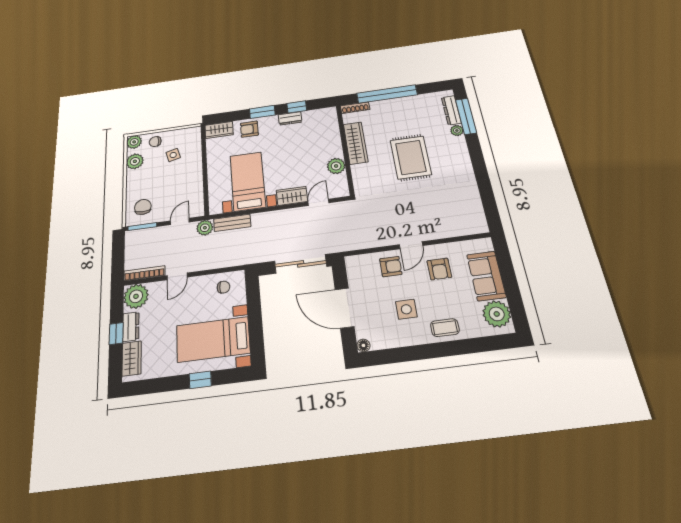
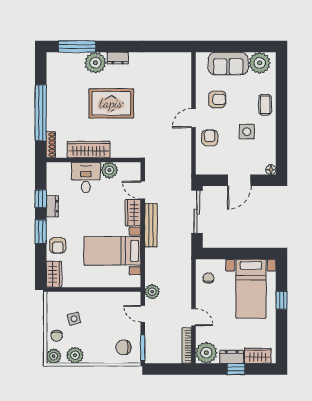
dresser: (451, 110) -> (118, 58), moved, width x0.70
plant: (457, 130) -> (95, 63), width x1.88, depth x1.88
desk: (325, 145) -> (86, 177), added
bench: (232, 223) -> (151, 225), moved, width x1.36
door: (411, 245) -> (193, 118), swing flipped
door: (344, 308) -> (239, 180), width x0.73

